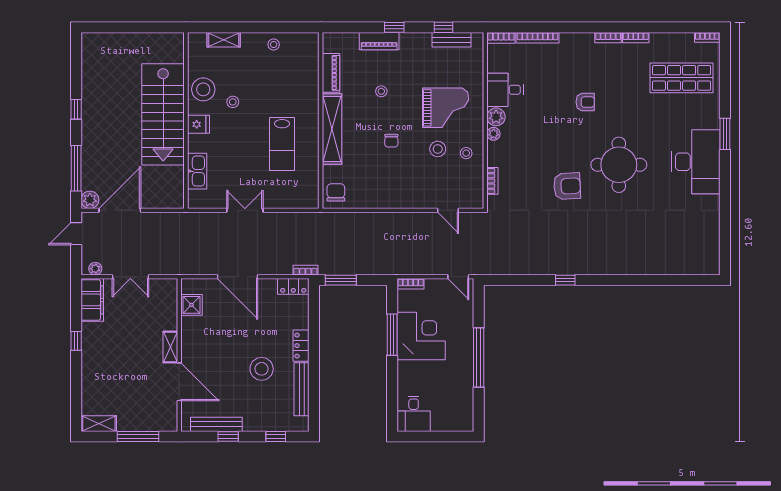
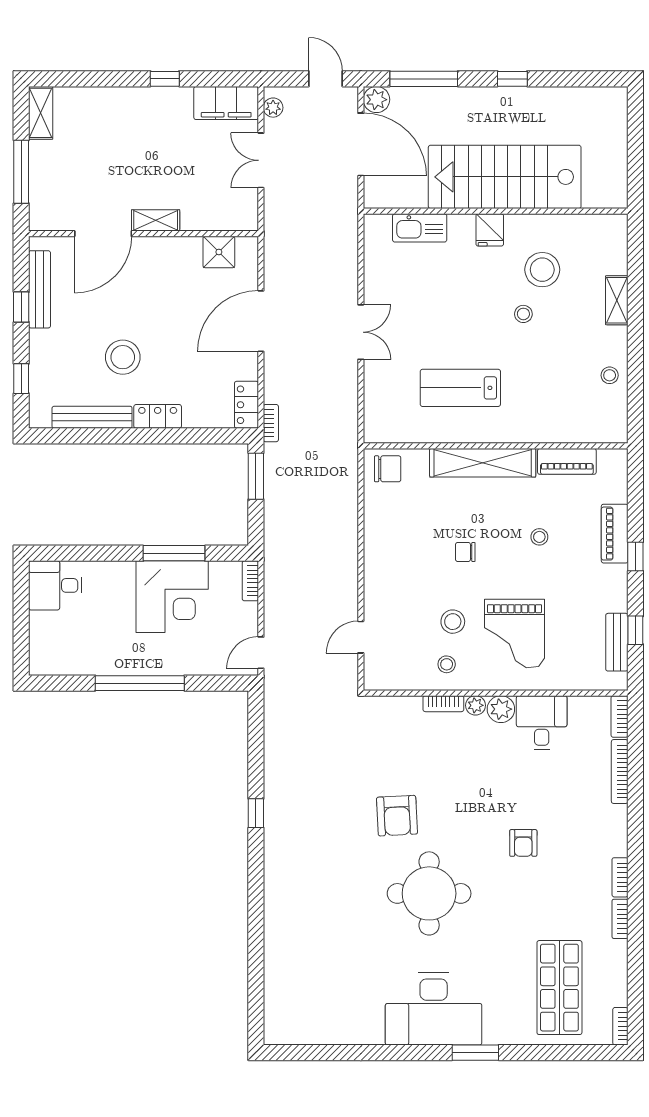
stairs: (163, 114) -> (505, 177), moved
wall: (186, 120) -> (496, 211), moved
fridge: (198, 124) -> (490, 230), moved
kitchen sink: (197, 171) -> (420, 228), moved
bookcase: (492, 181) -> (443, 704), moved

